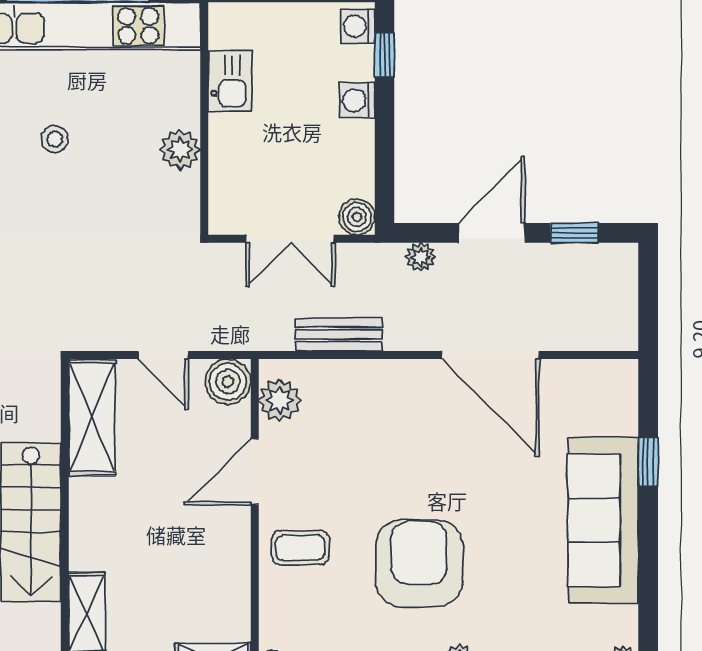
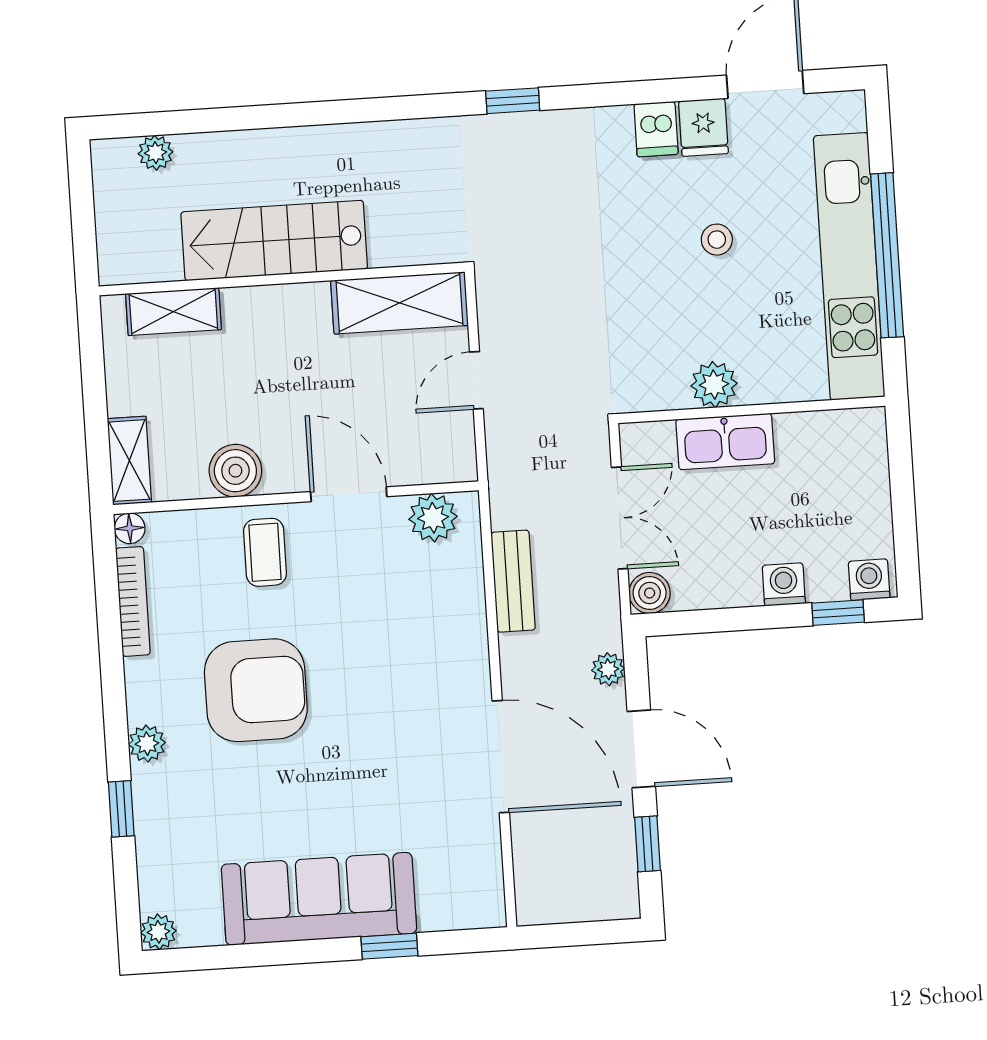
kitchen sink: (230, 81) -> (725, 441), moved, width x1.38
double door: (290, 239) -> (620, 518), swing flipped
door: (490, 355) -> (501, 757), swing flipped
boiler: (228, 382) -> (235, 471), moved

